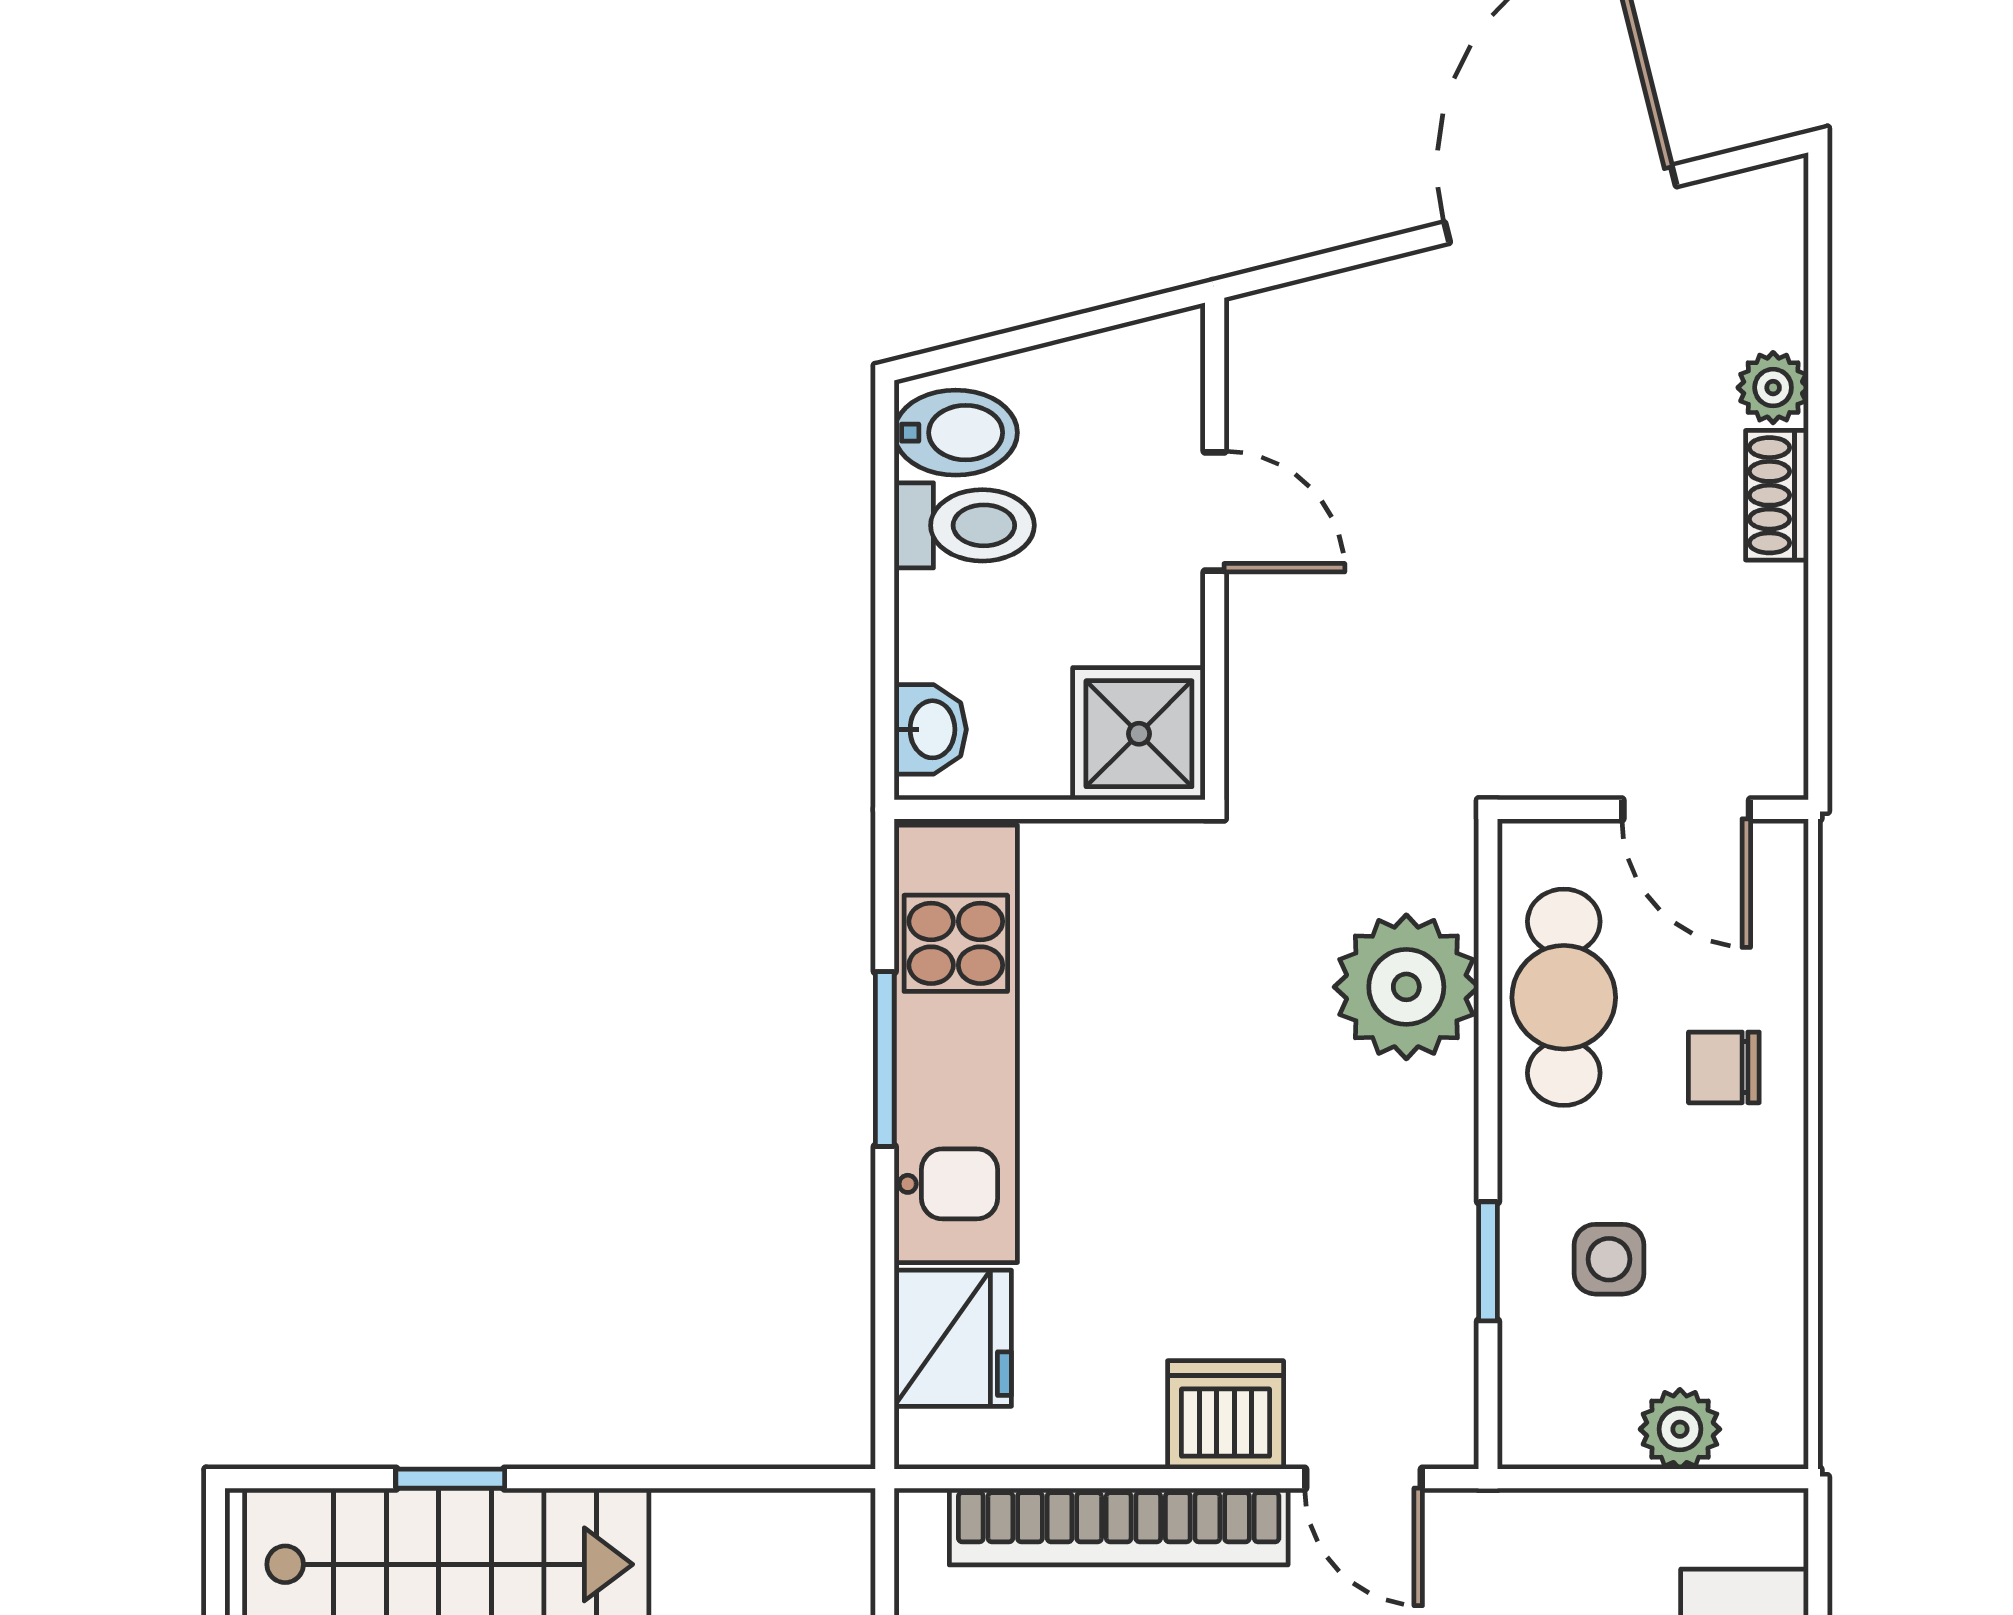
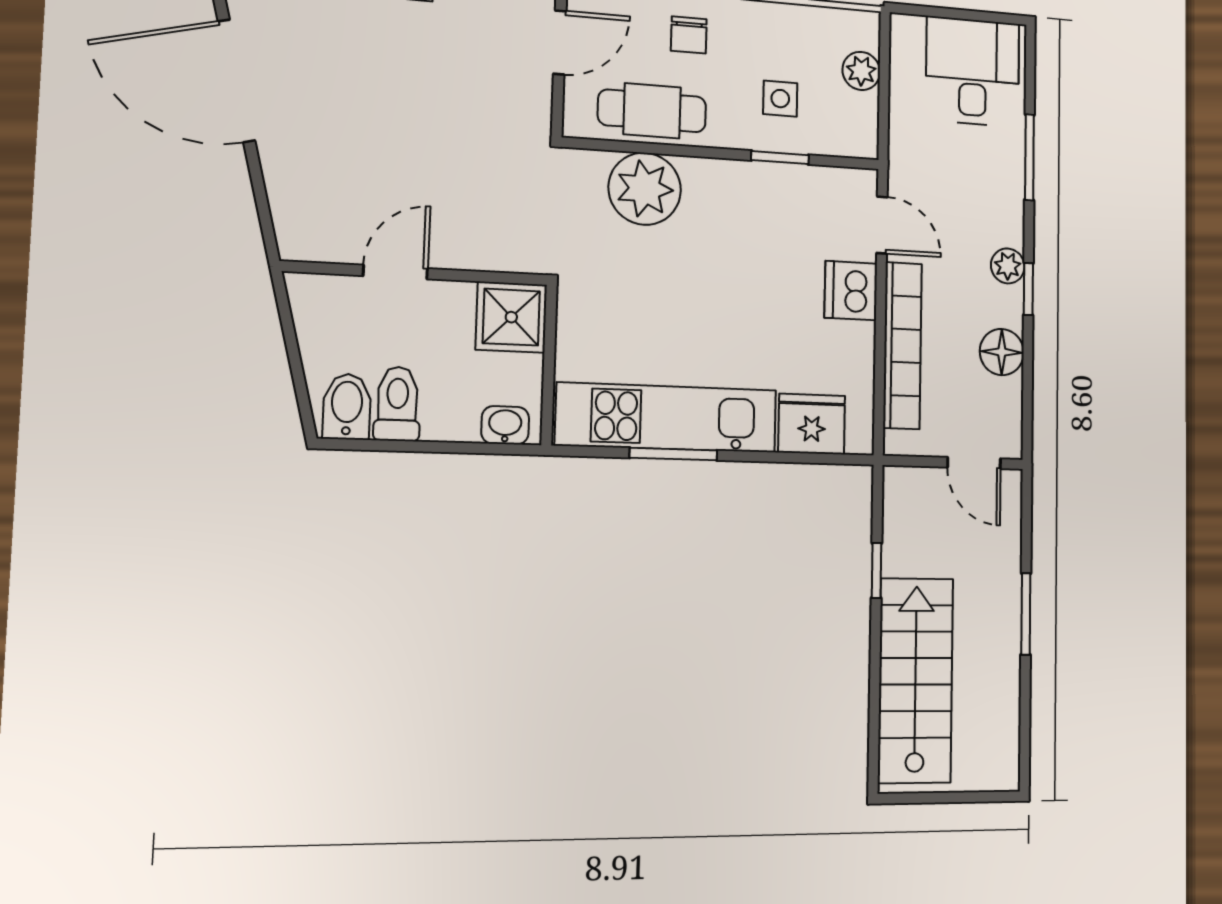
window: (450, 1479) -> (876, 570), moved
door: (1364, 1479) -> (882, 225), hinge flipped

